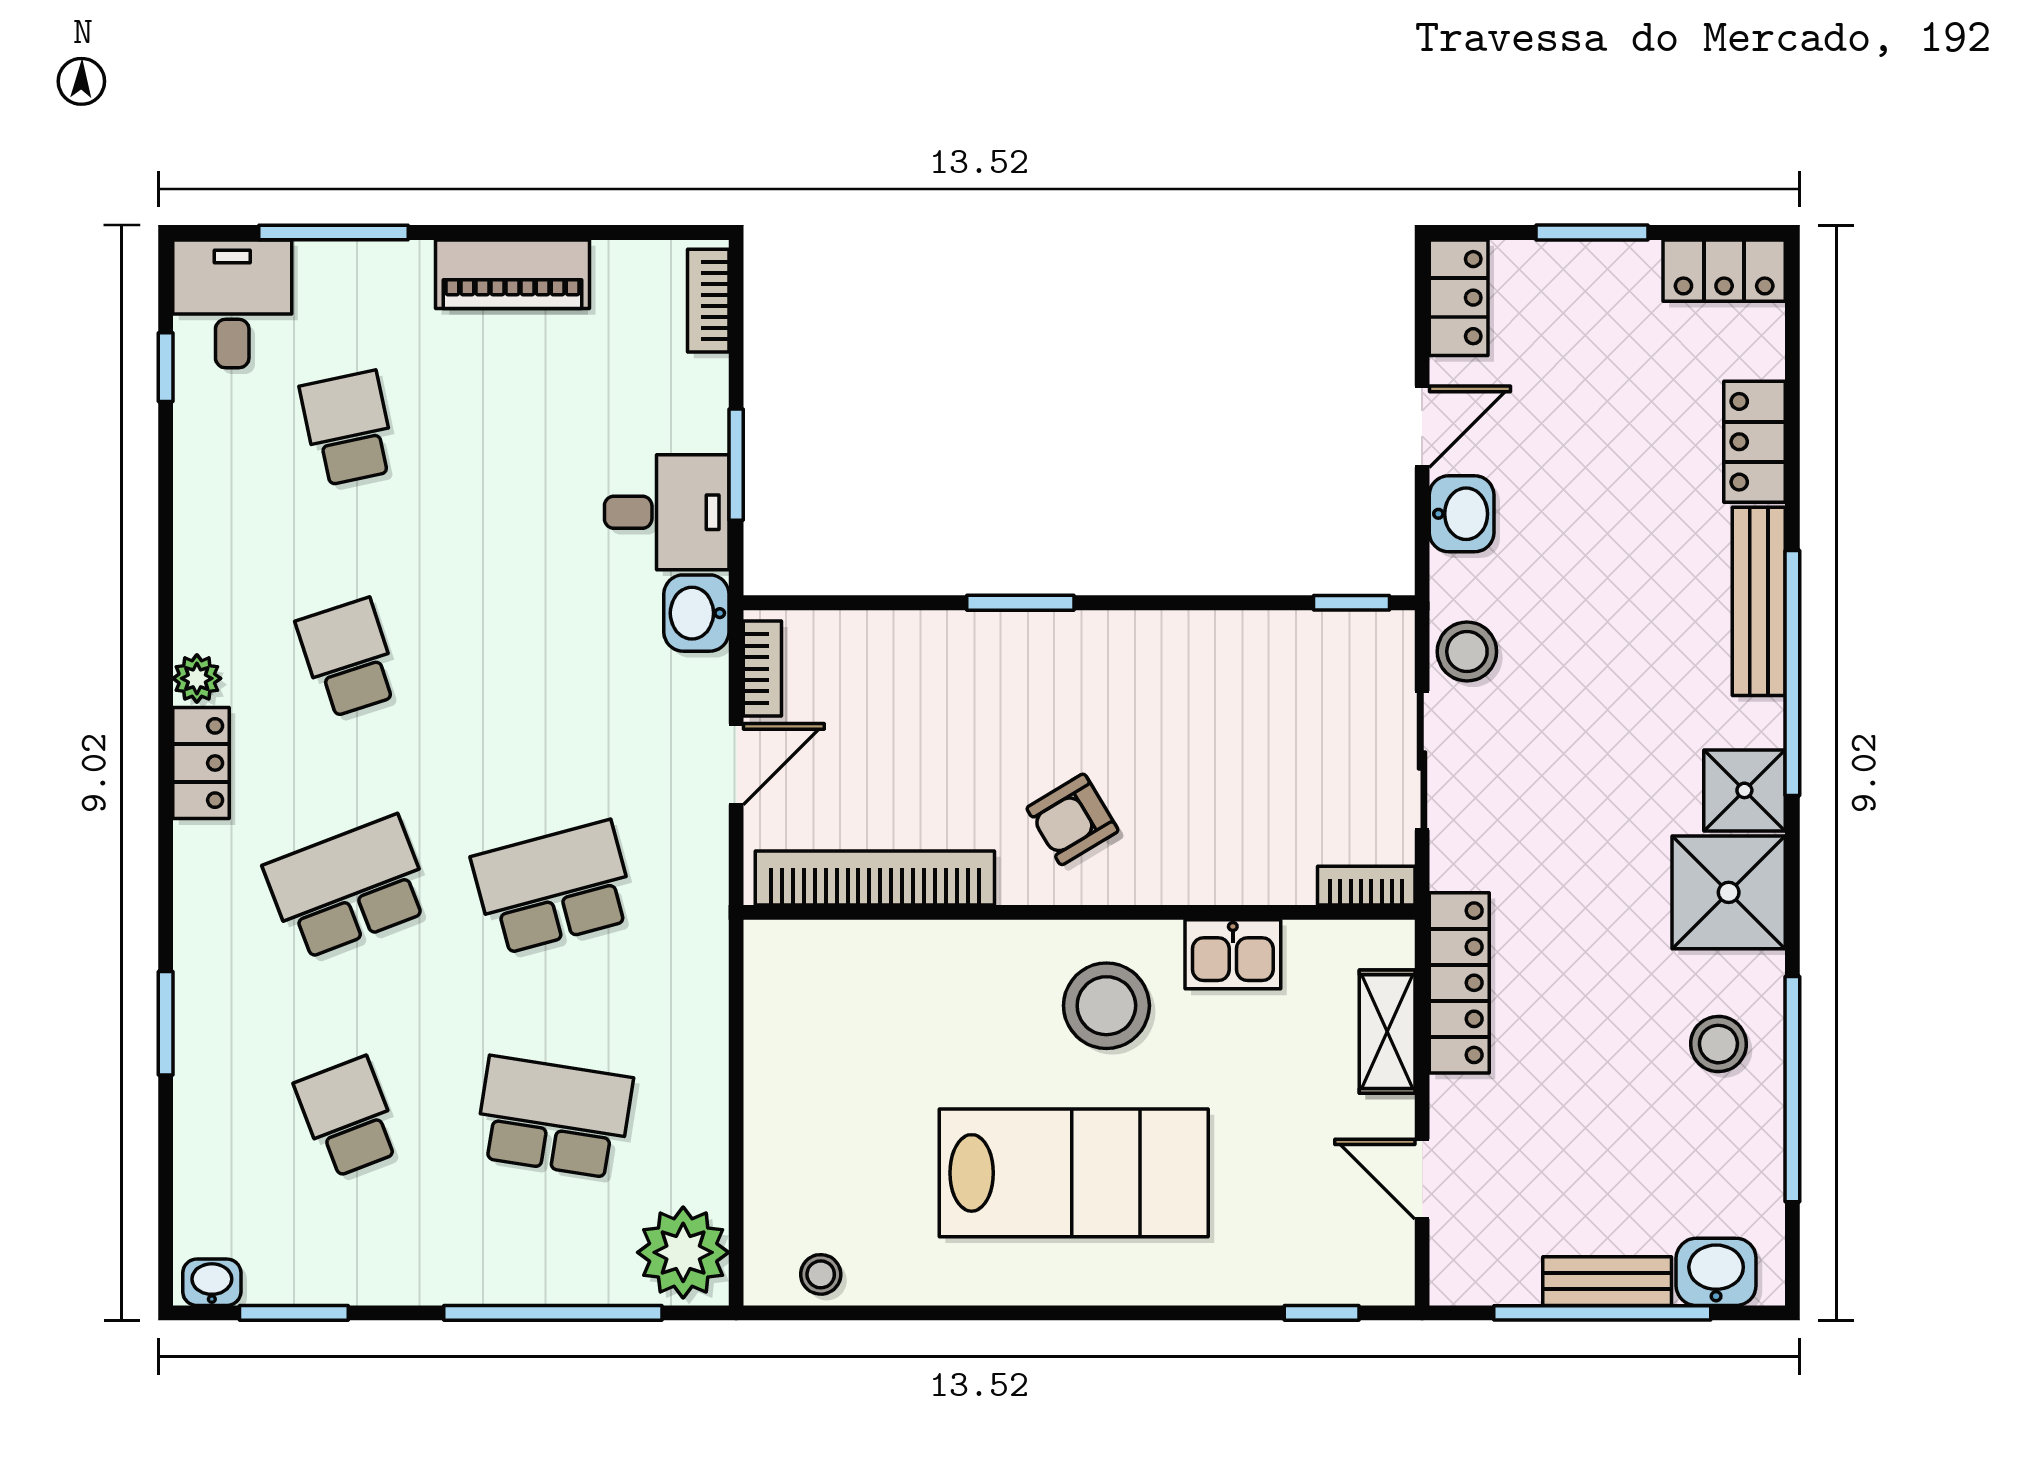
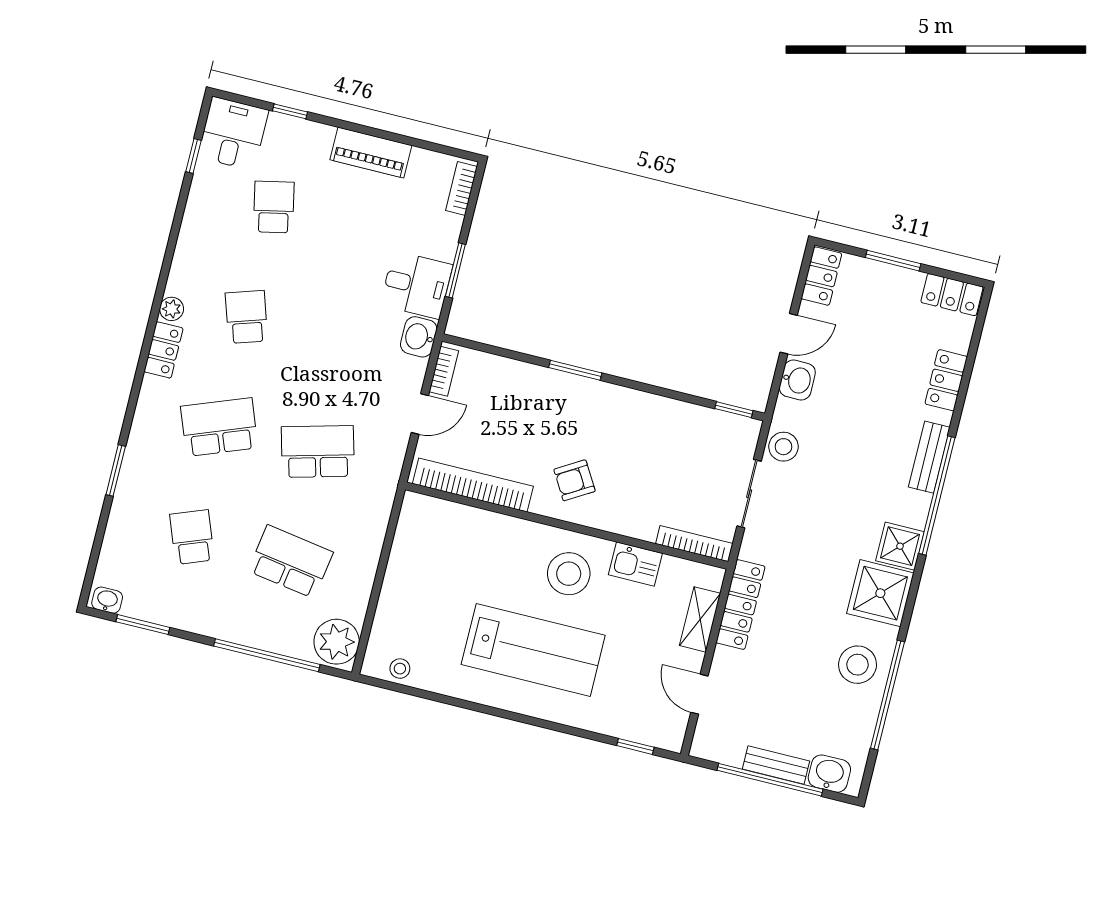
window: (334, 232) -> (290, 111), width x0.46
bench: (1759, 601) -> (929, 457), width x0.73
bookcase: (1366, 886) -> (694, 544), width x1.56
stool: (1718, 1044) -> (858, 665), width x1.38, depth x1.38

